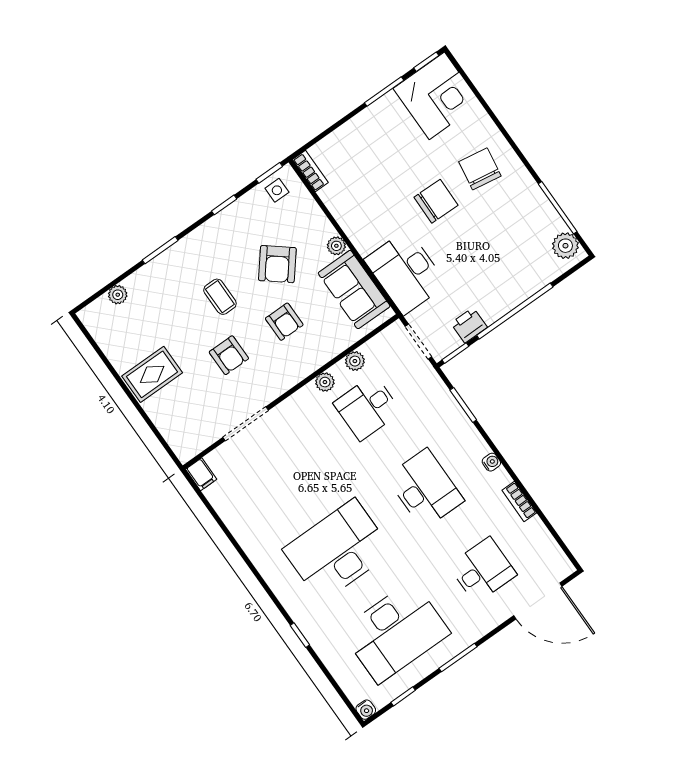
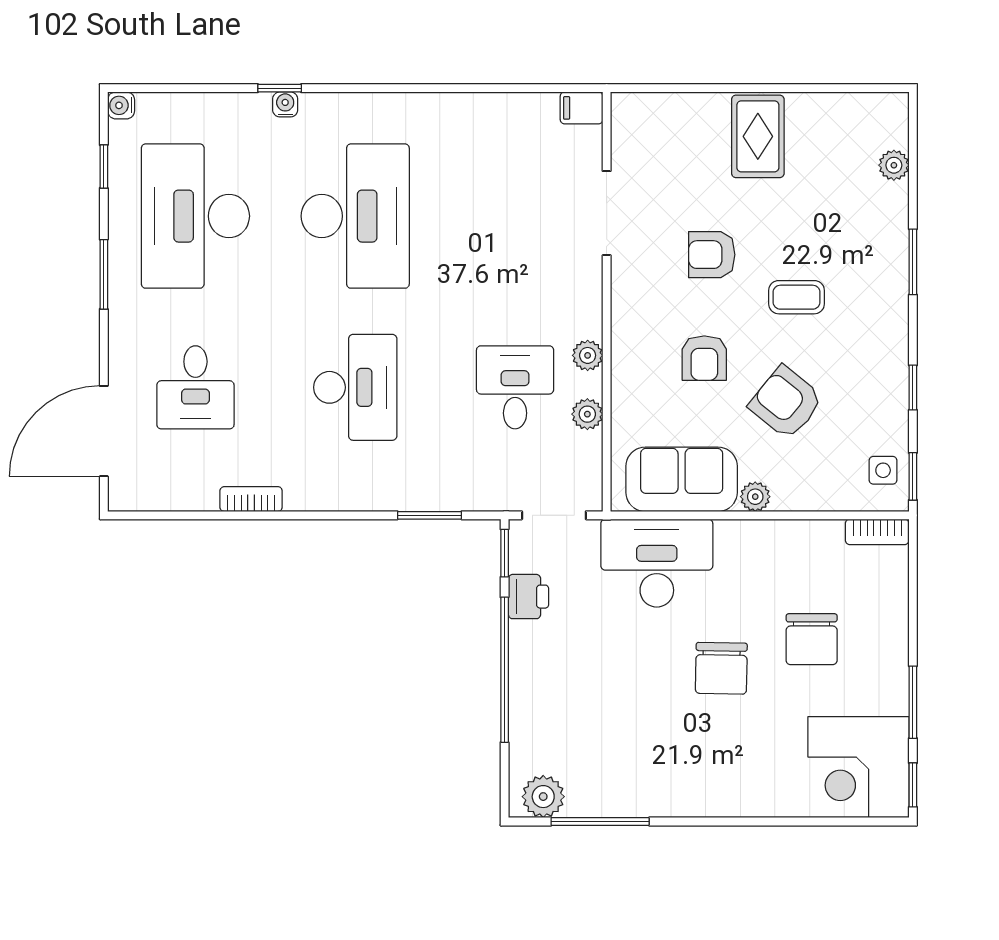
chair: (480, 169) -> (812, 639), moved, turned 81
armchair: (284, 322) -> (704, 358), turned -90
water cooler: (491, 462) -> (285, 104), moved, turned 180
desk: (425, 489) -> (355, 387), turned -90

